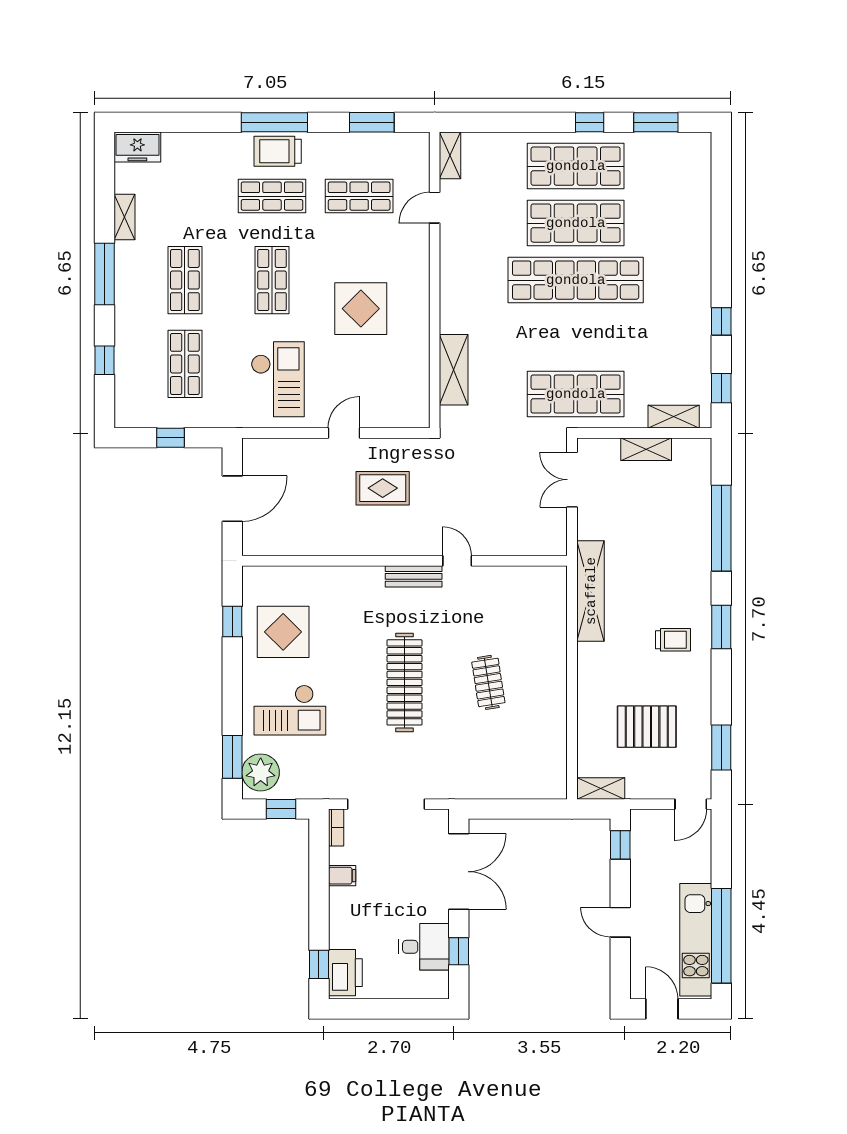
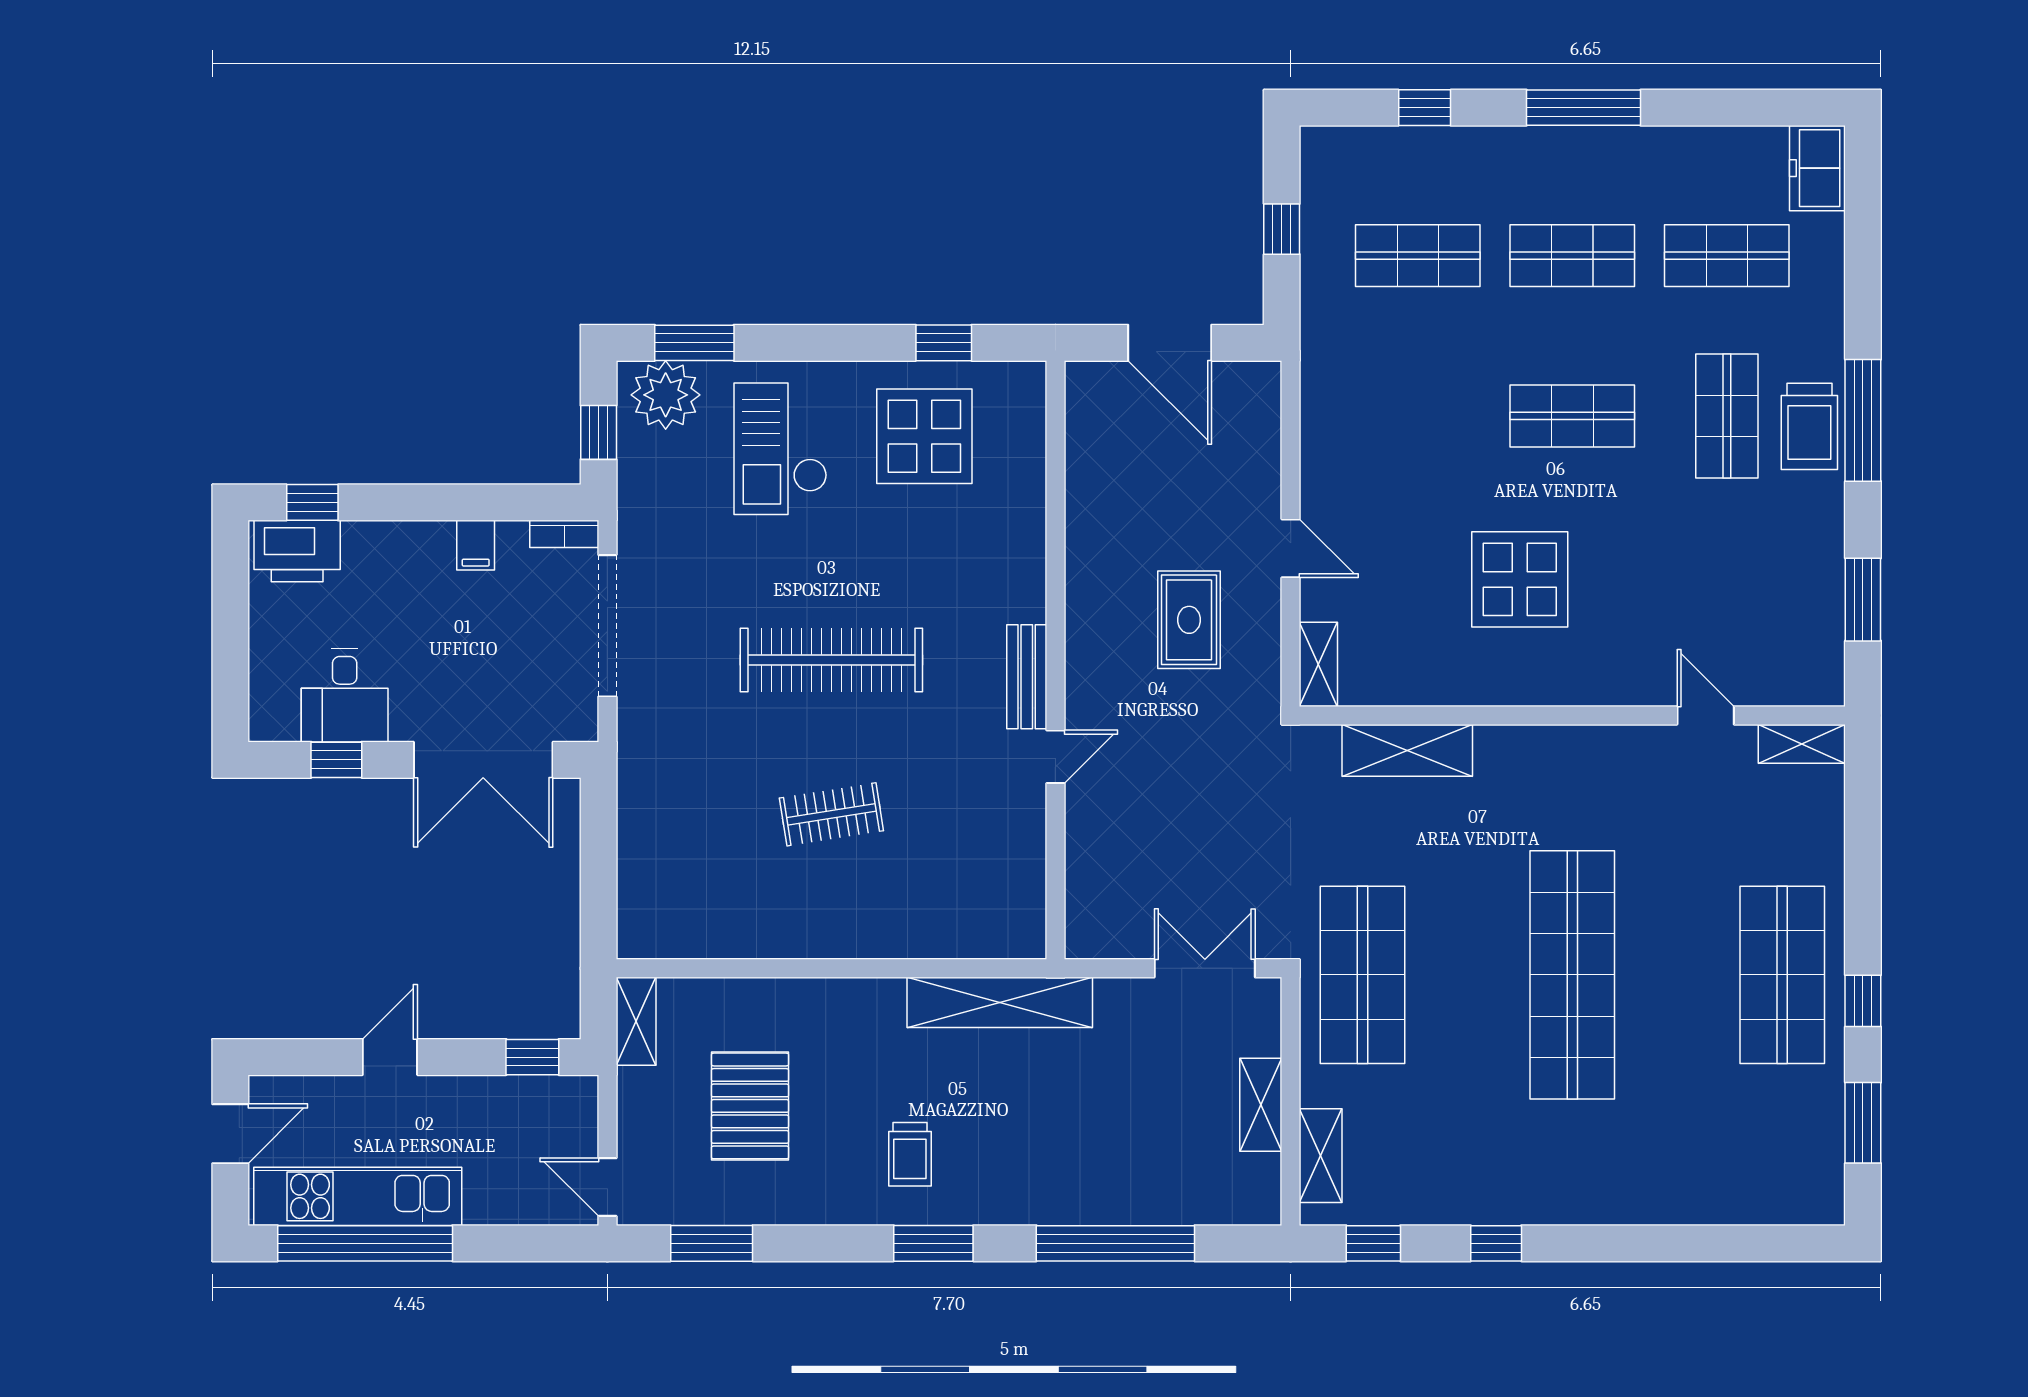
trolley: (278, 151) -> (1809, 426), turned 180
shop shelf: (359, 196) -> (1727, 256), moved, turned 90
shelving: (124, 217) -> (1318, 664), moved, turned 90
shop shelf: (576, 223) -> (1677, 975), removed
checkout: (278, 379) -> (1390, 427), removed

